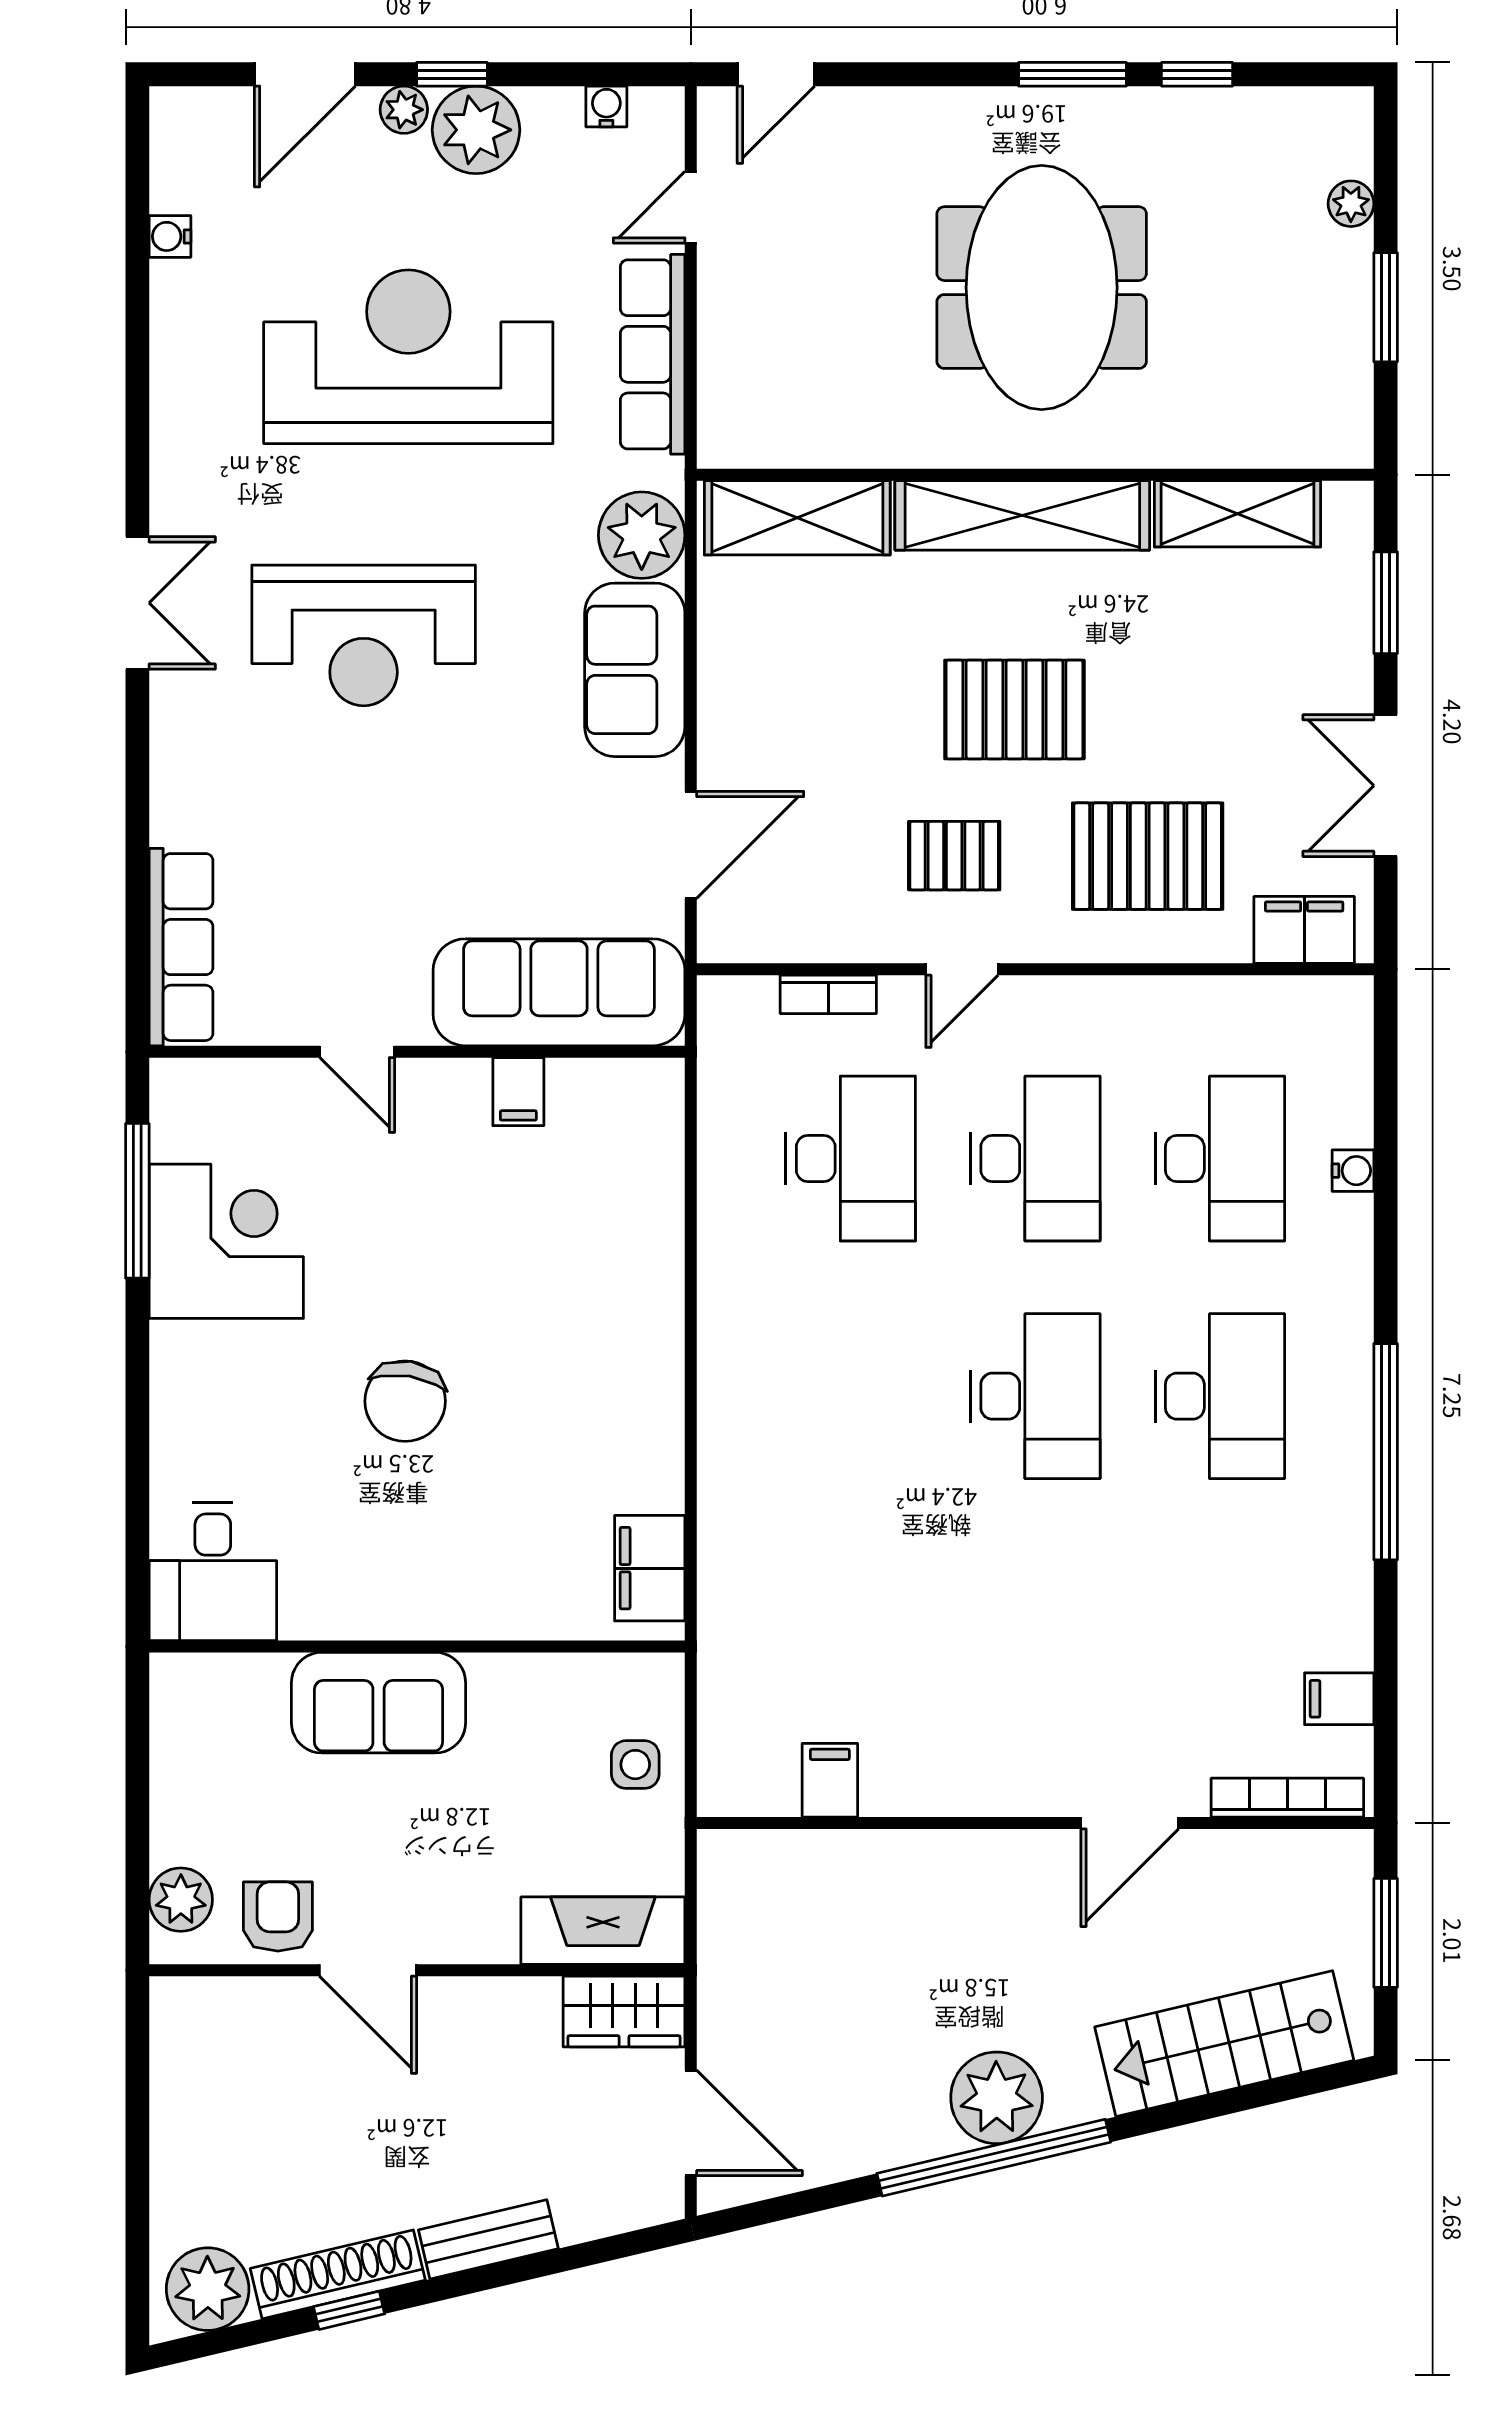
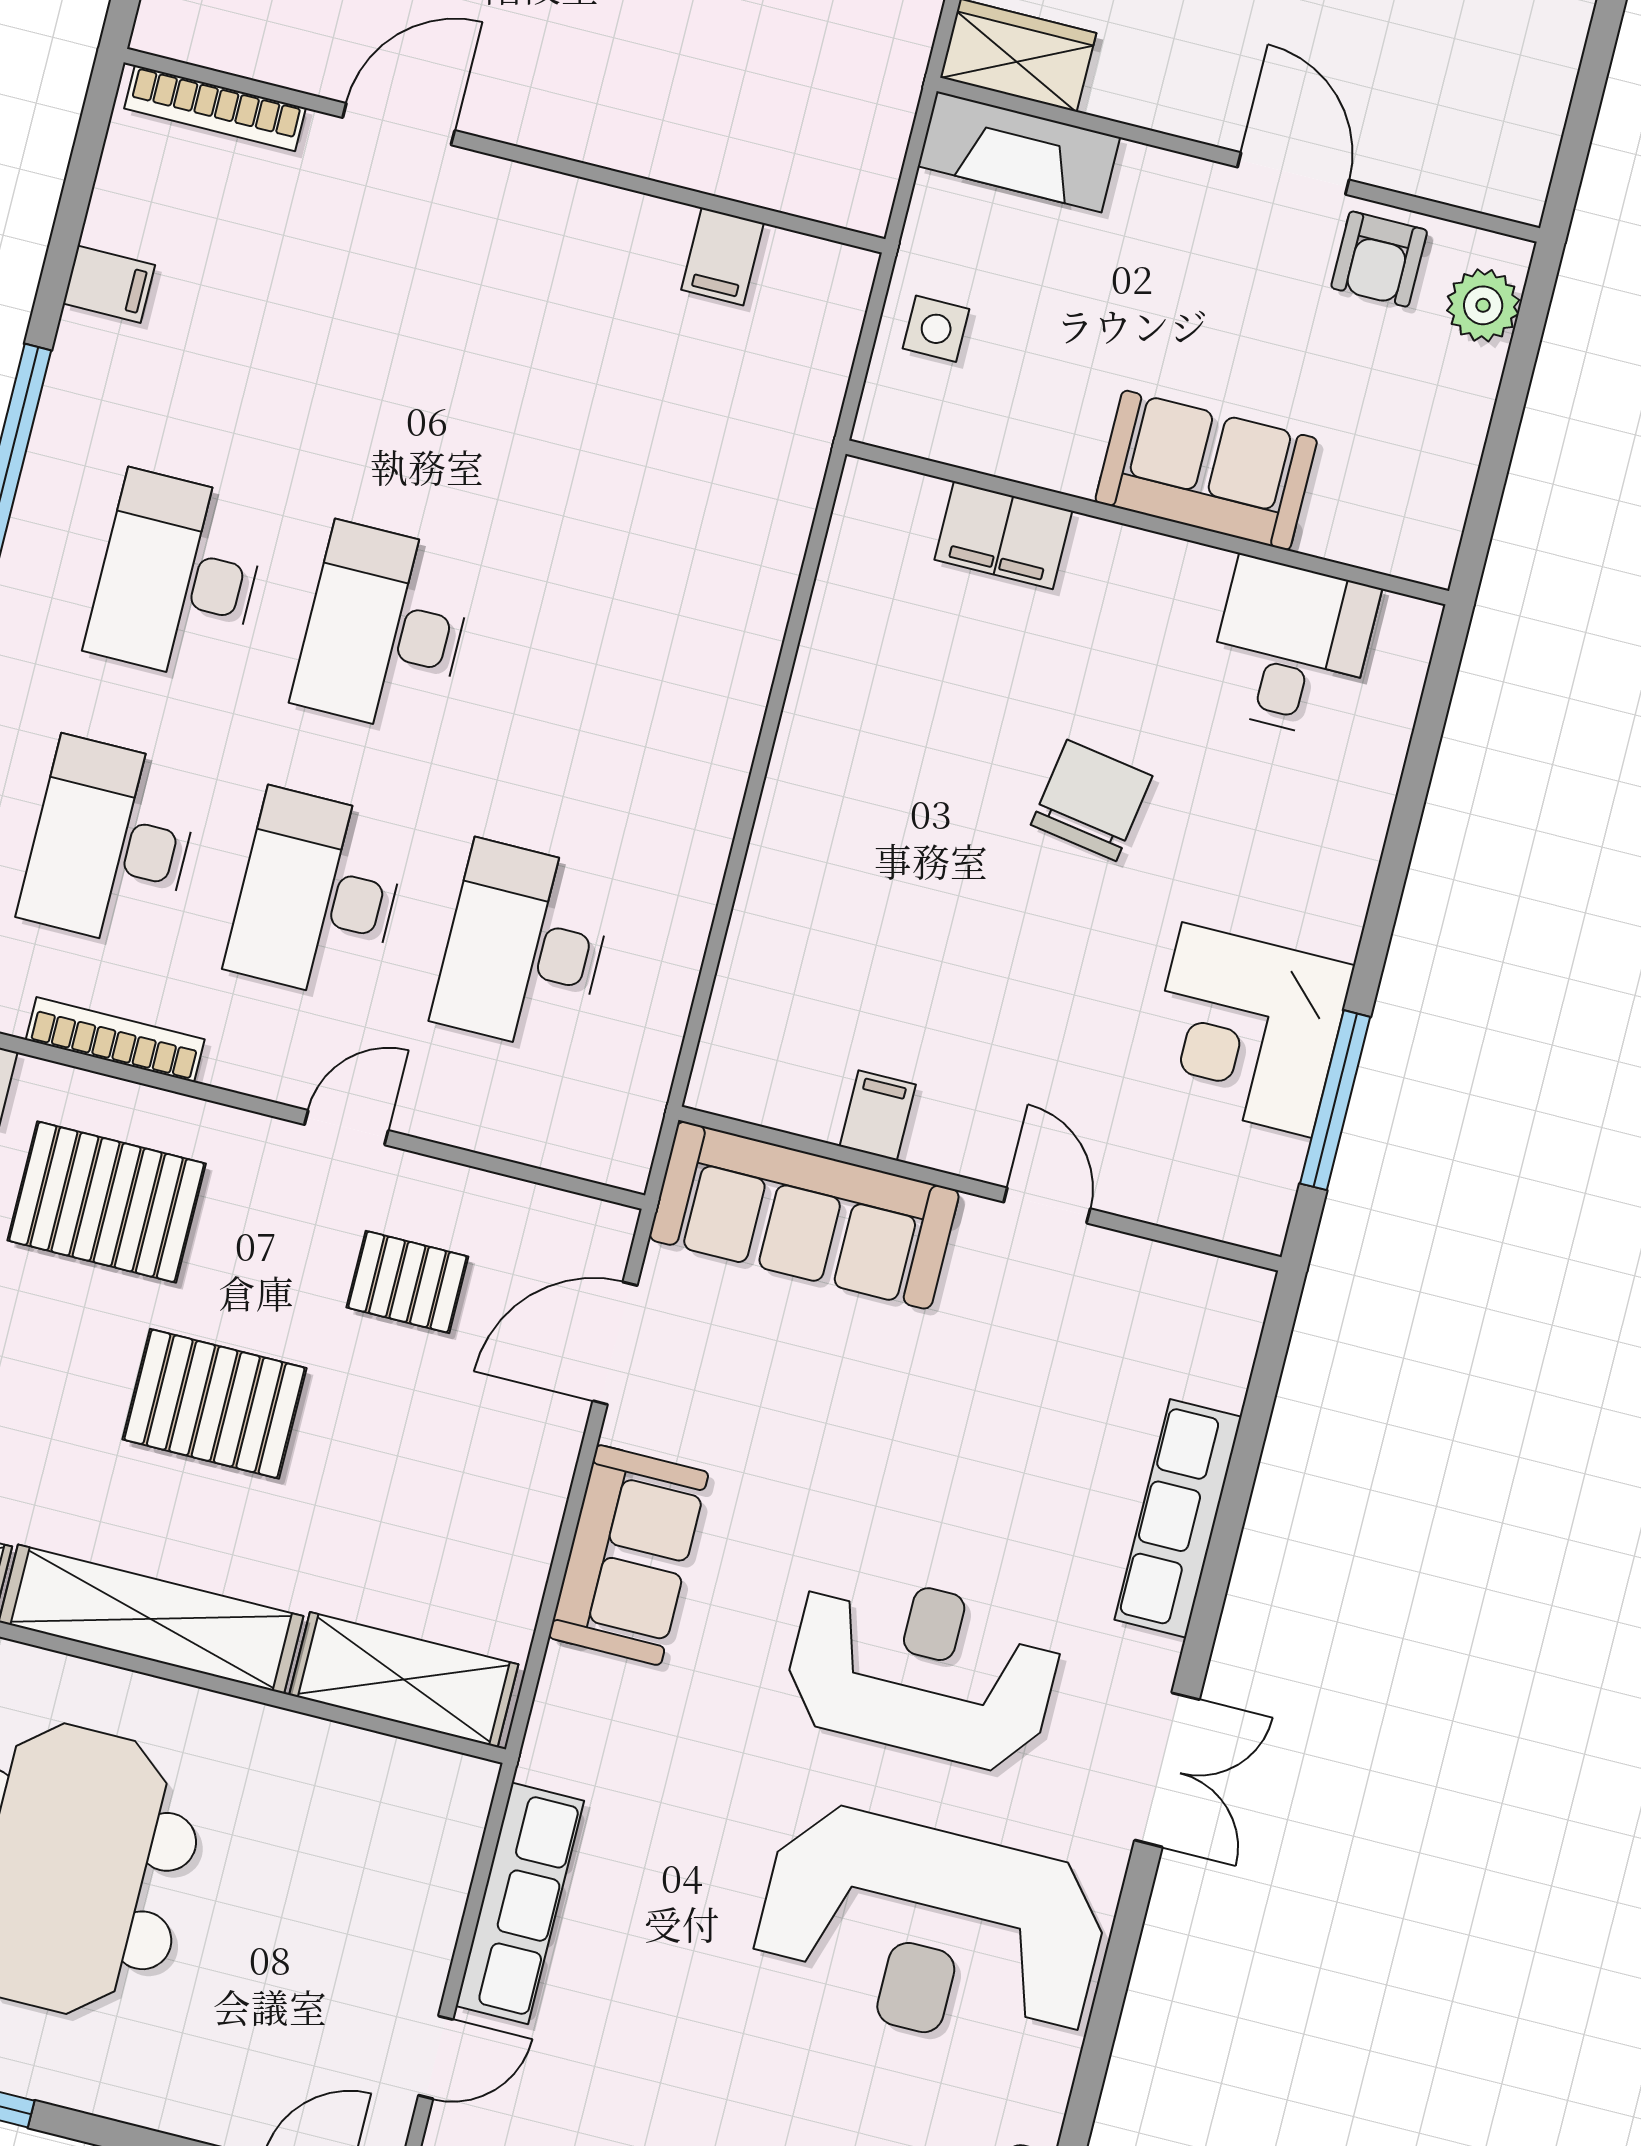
reception desk: (408, 357) -> (930, 1931), moved
plant: (642, 535) -> (583, 1704), removed
double door: (137, 603) -> (1167, 1770), swing flipped
pallet: (954, 856) -> (407, 1282), moved
row of seats: (181, 947) -> (1178, 1518), moved
bookcase: (828, 994) -> (115, 1040), moved, width x1.56
filing cabinet: (650, 1568) -> (1003, 535), moved, turned 90
desk: (213, 1572) -> (1291, 648), moved
filing cabinet: (1339, 1699) -> (109, 284), moved

